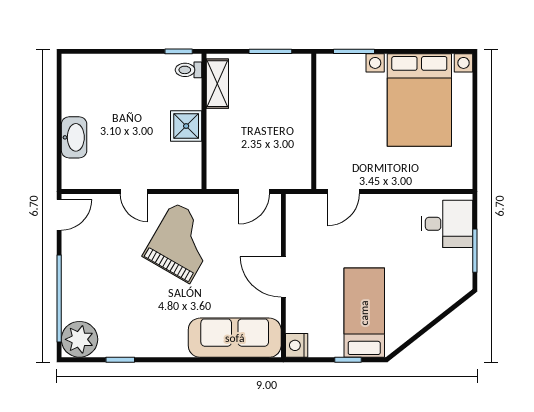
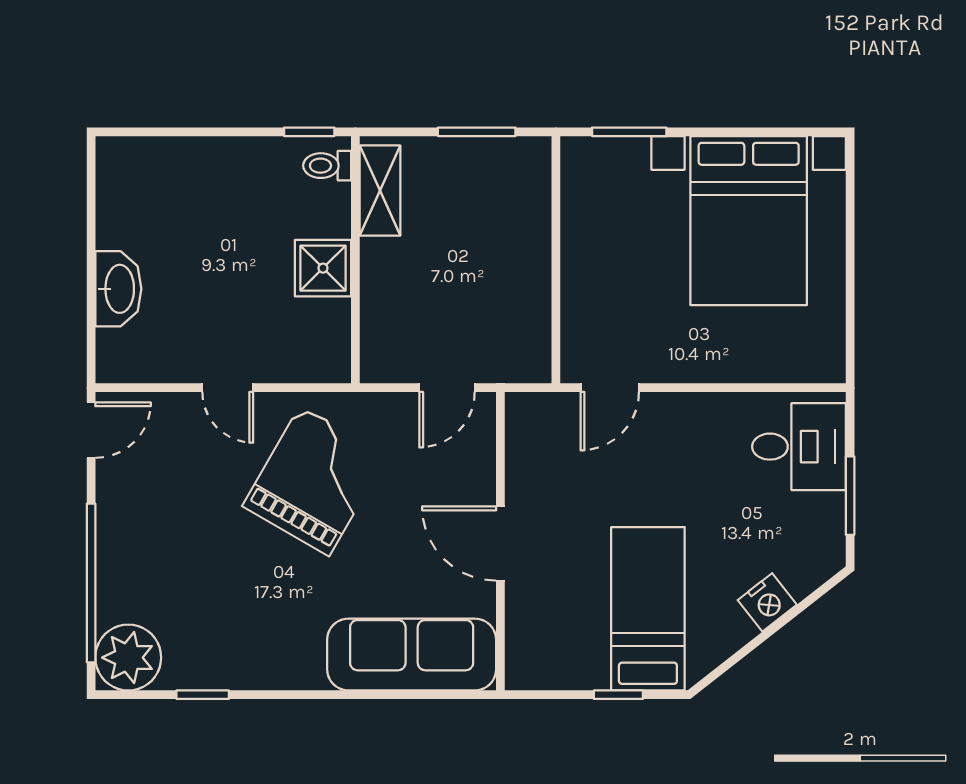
nightstand: (297, 345) -> (767, 602), moved, turned -128

